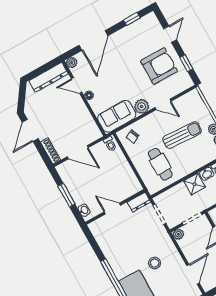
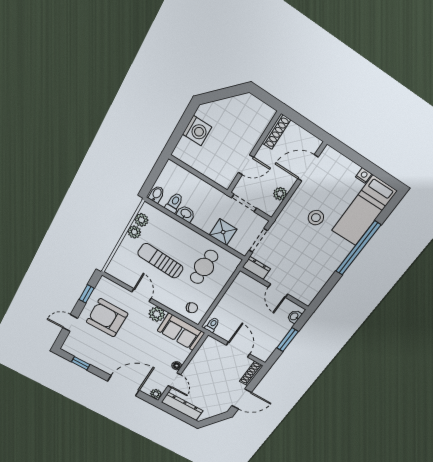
shower: (194, 184) -> (223, 232), moved
plant: (178, 234) -> (280, 194), moved

